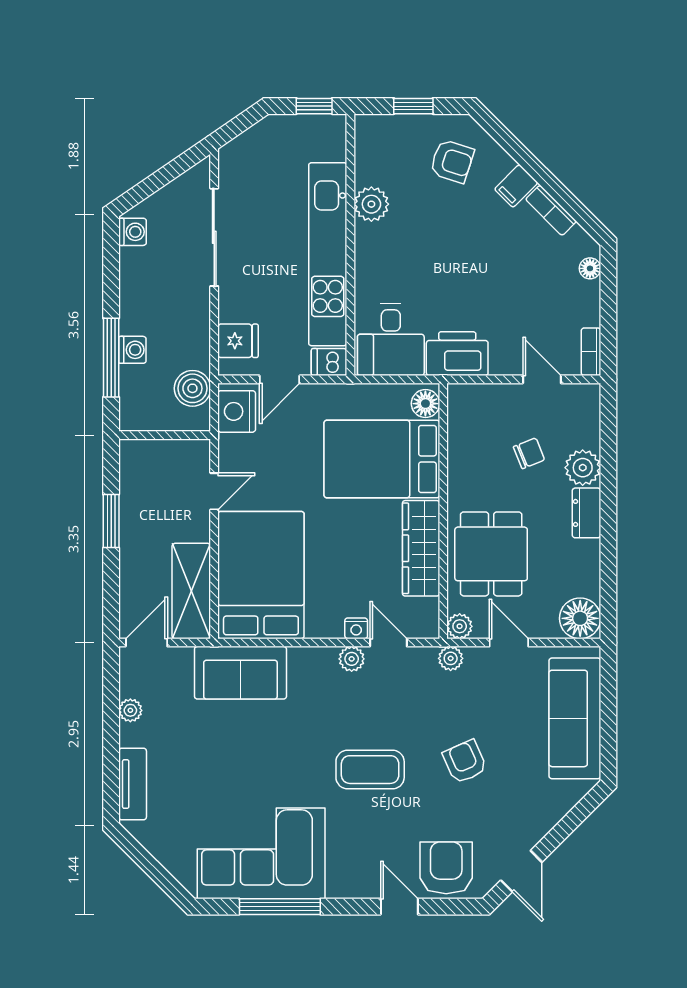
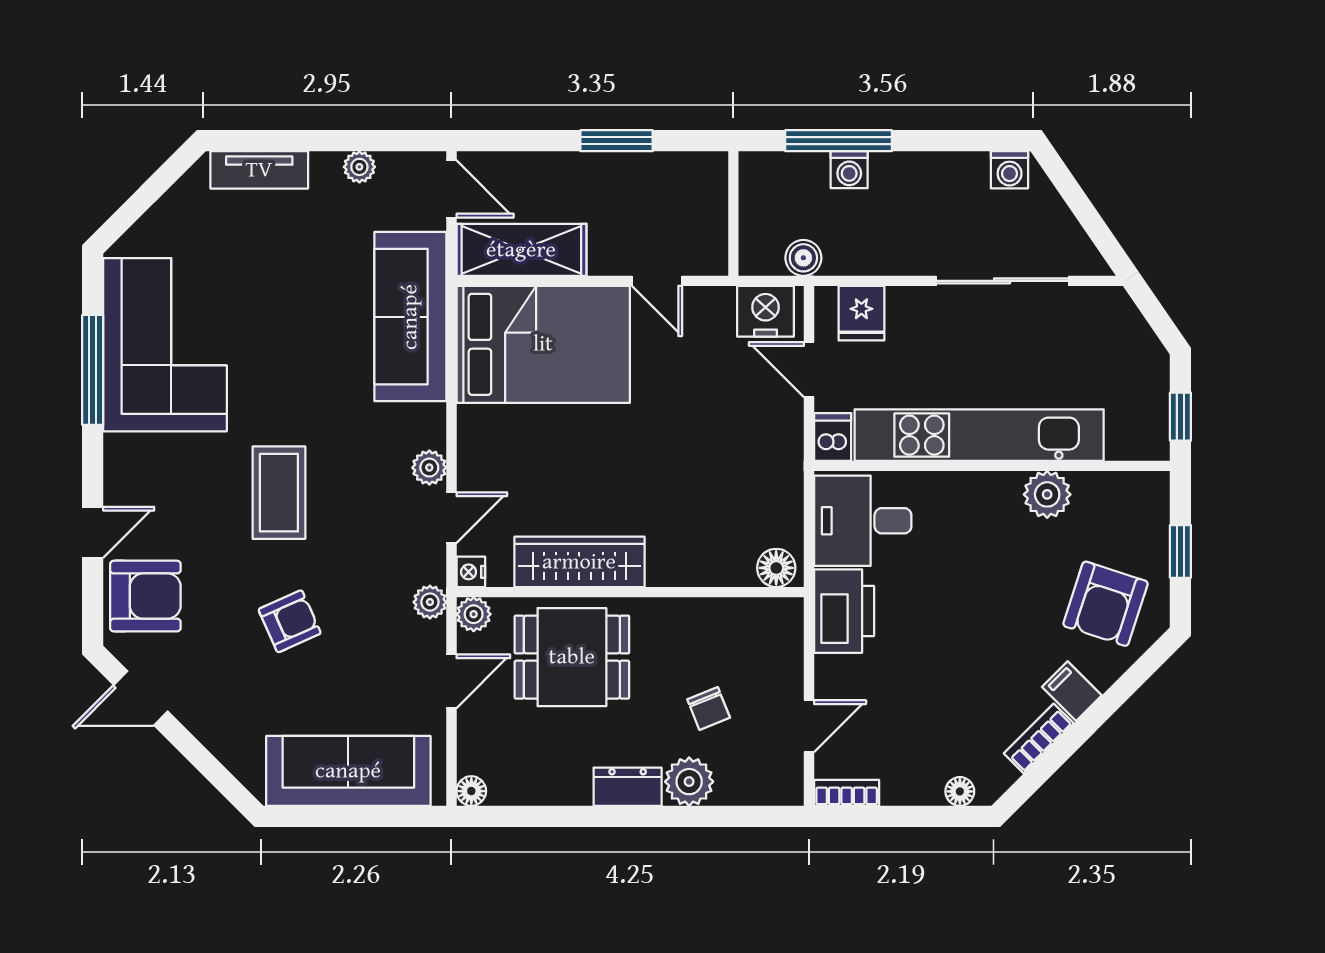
armchair: (452, 161) -> (1105, 604), width x1.38, depth x1.38
boiler: (192, 388) -> (803, 258), width x0.73, depth x0.73
bed: (382, 459) -> (701, 509), removed
floor lamp: (580, 618) -> (471, 791), width x0.53, depth x0.53
nightstand: (356, 628) -> (471, 572), moved
sofa: (240, 673) -> (410, 317), width x1.36

